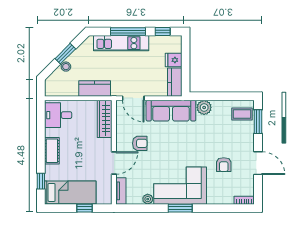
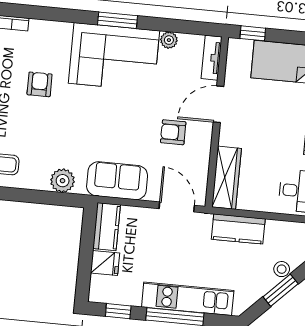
sofa: (171, 111) -> (117, 181), width x0.73
window: (84, 208) -> (253, 33), moved

